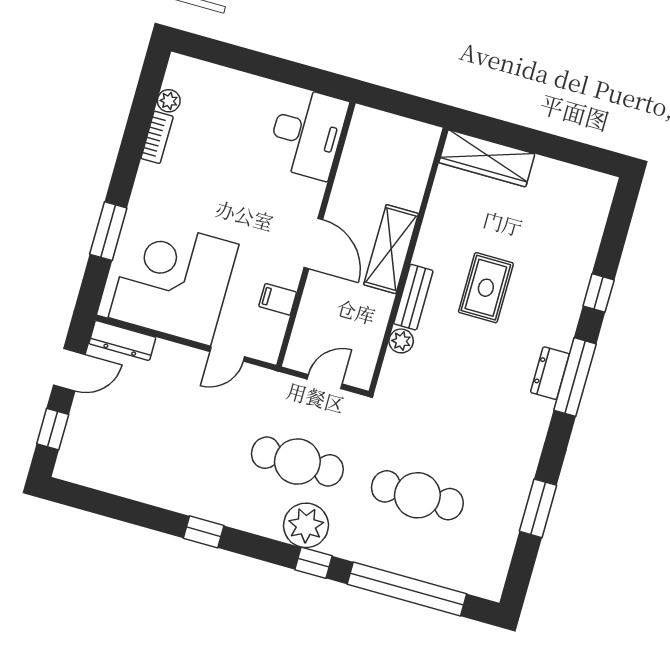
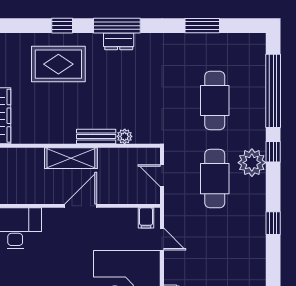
rug: (486, 288) -> (58, 64), moved, width x1.36, depth x1.43
filing cabinet: (278, 299) -> (146, 218), moved

